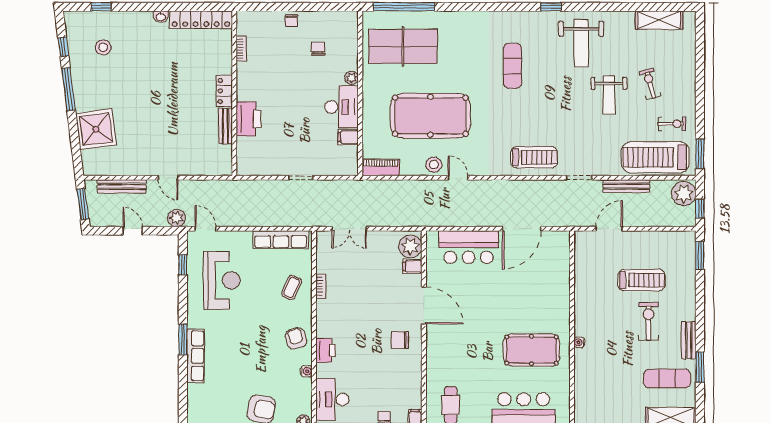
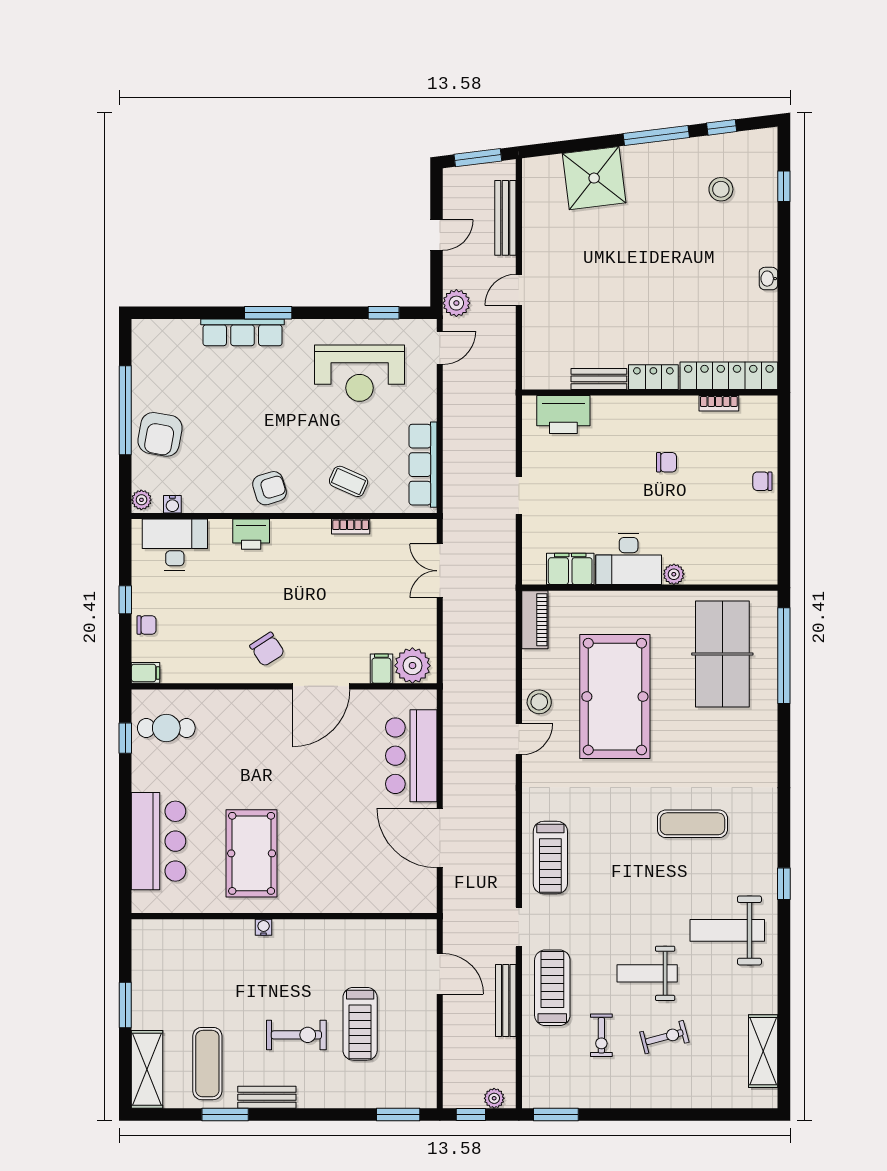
locker: (201, 20) -> (729, 376), moved, turned 90
chair: (318, 49) -> (667, 462), moved
printer: (248, 119) -> (563, 415), moved
exercise bike: (672, 124) -> (601, 1035), moved
filing cabinet: (348, 137) -> (570, 569), width x2.00
treadmill: (655, 157) -> (552, 988), moved, width x0.73, depth x0.73
plant: (684, 194) -> (494, 1098), width x0.53, depth x0.53
chair: (400, 340) -> (267, 649), turned 147
water cooler: (306, 371) -> (172, 504), moved

